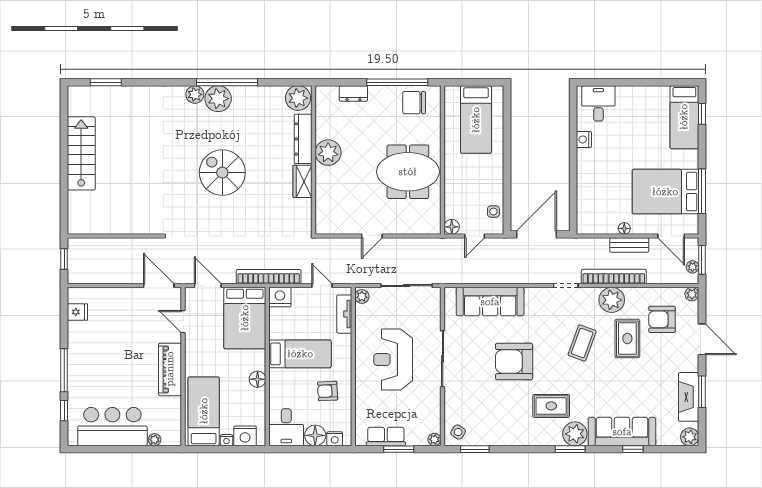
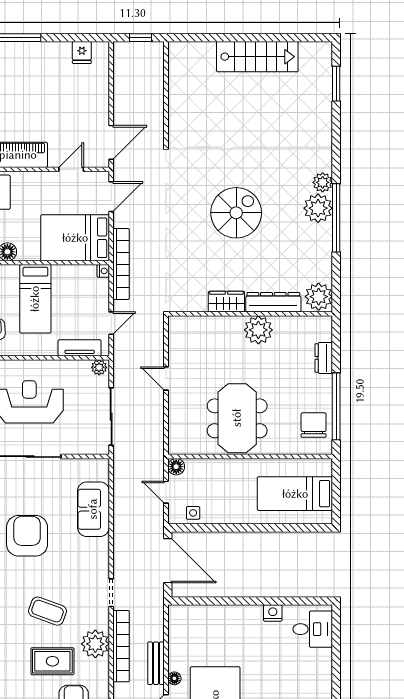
floor lamp: (624, 228) -> (174, 678), moved
nightstand: (280, 297) -> (103, 271), width x0.53, depth x0.56
sofa: (490, 302) -> (93, 509), width x0.73

